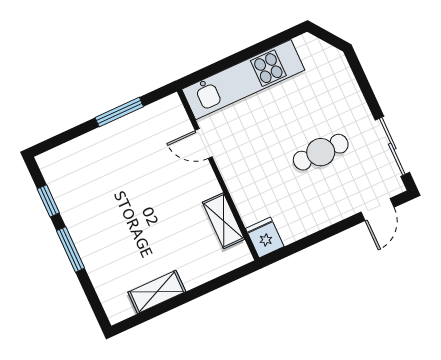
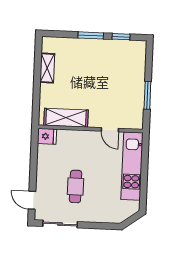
door: (204, 144) -> (110, 130), swing flipped
shelving: (223, 221) -> (66, 118), width x1.50, depth x1.33

